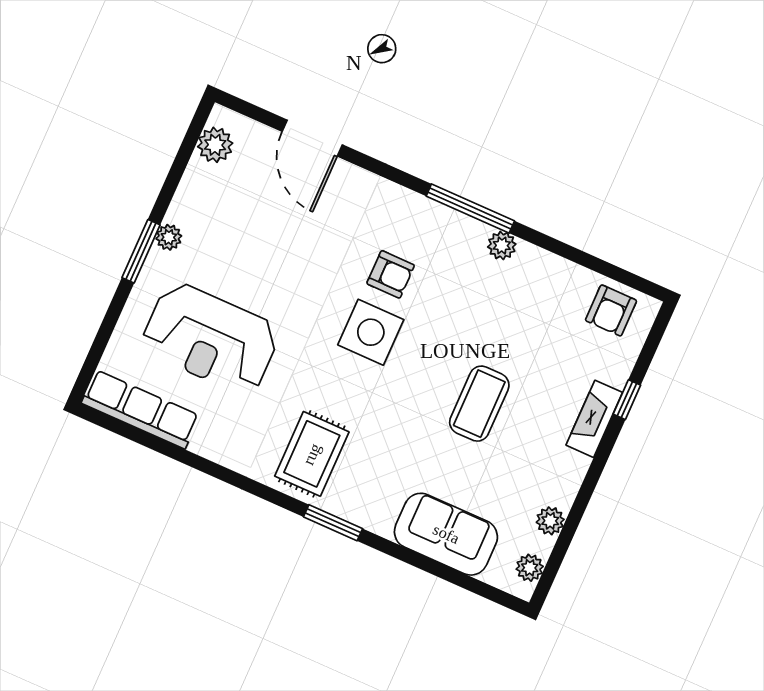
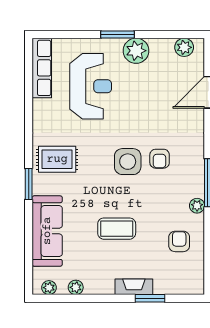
plant: (169, 237) -> (136, 51), width x1.87, depth x1.87
armchair: (611, 310) -> (179, 241), moved, turned 90
reception desk: (210, 338) -> (91, 86), turned 180
window: (627, 400) -> (150, 298), width x1.50
sofa: (446, 534) -> (47, 231), width x1.36

